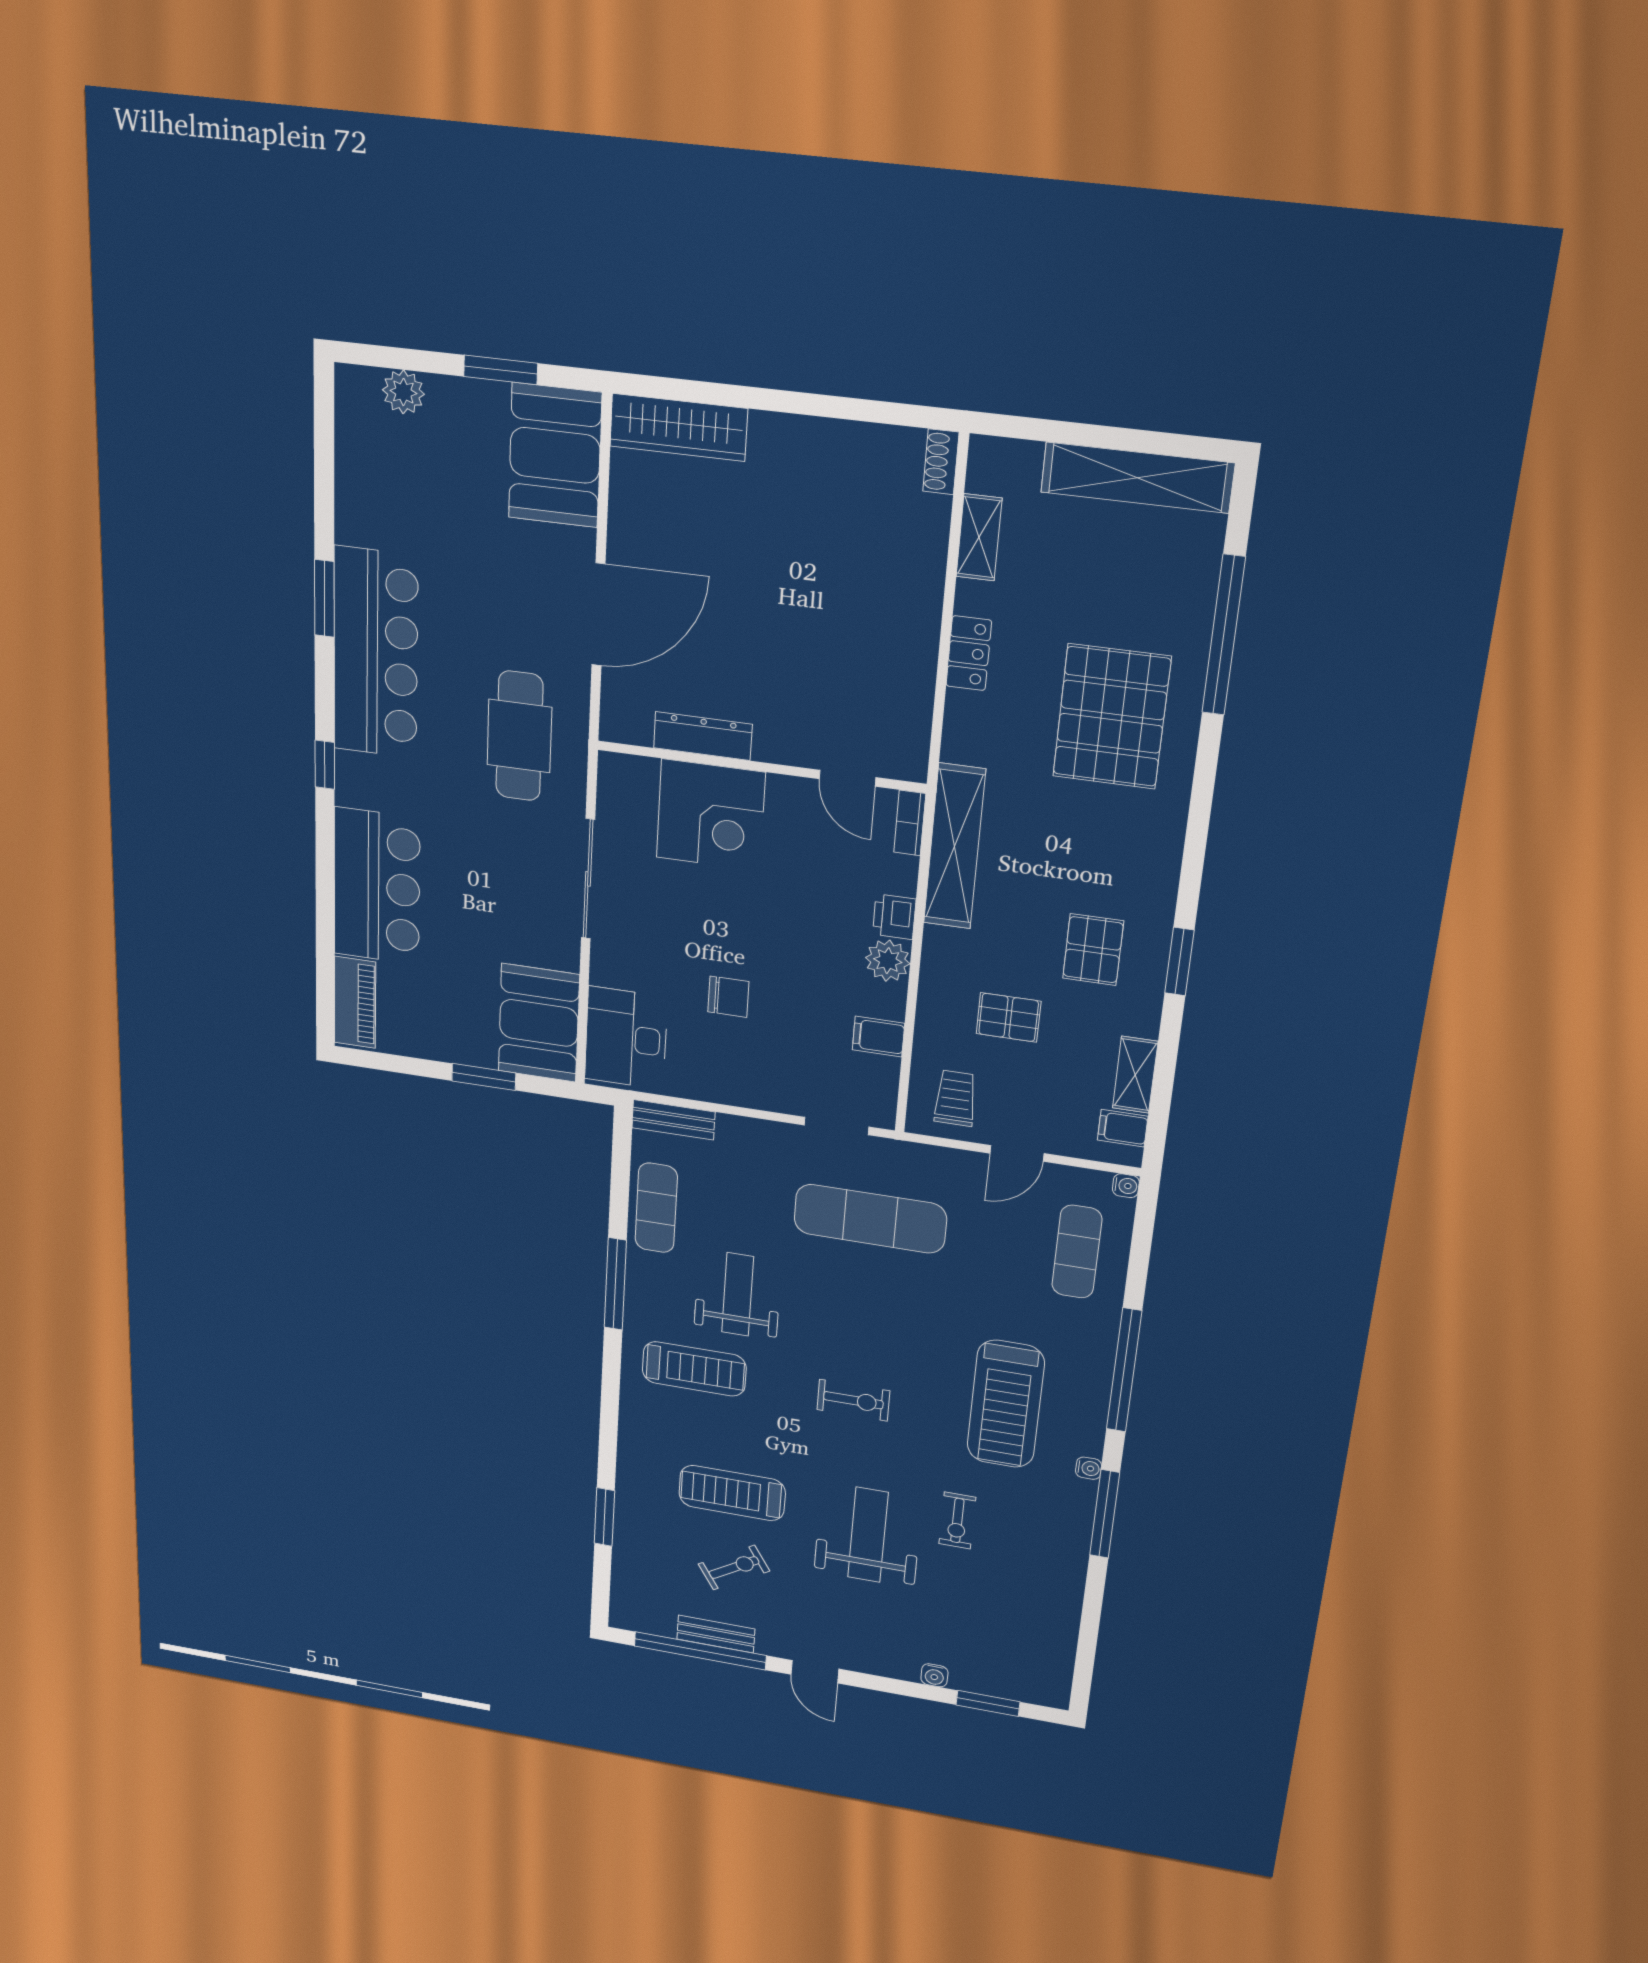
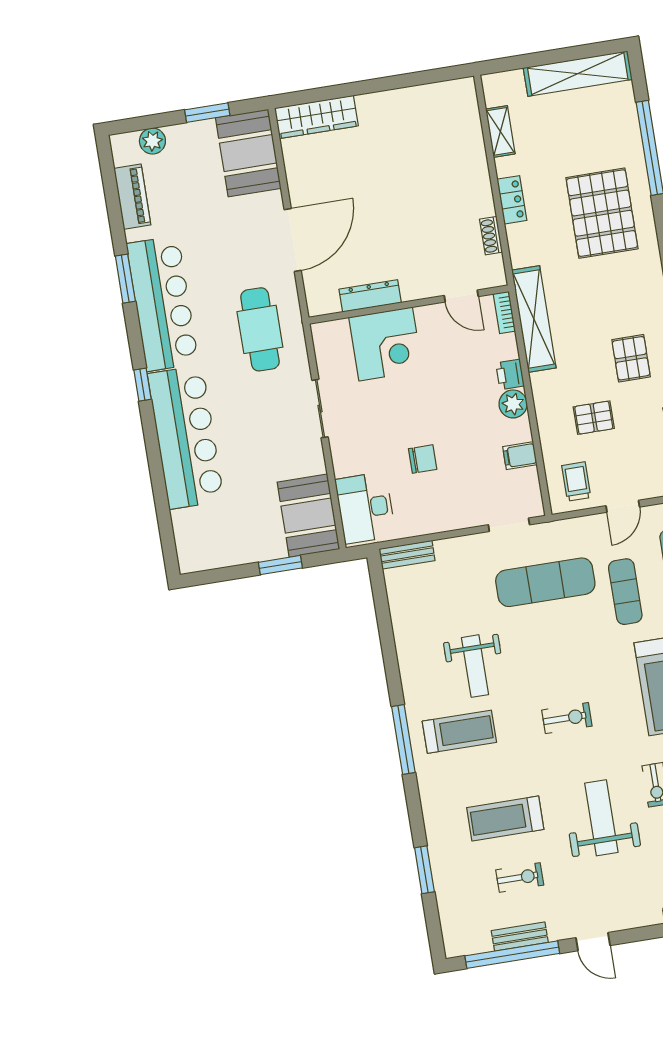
shoe rack: (941, 462) -> (491, 236), moved
sliding door: (588, 879) -> (320, 409), width x0.73
bar counter: (377, 886) -> (186, 437), width x1.36
piano: (355, 1002) -> (132, 197), moved
exercise mat: (656, 1208) -> (625, 592), moved
window: (615, 1284) -> (403, 739), moved
weight bench: (738, 1294) -> (475, 666), turned 180
exercise bike: (734, 1568) -> (520, 877), turned 32

